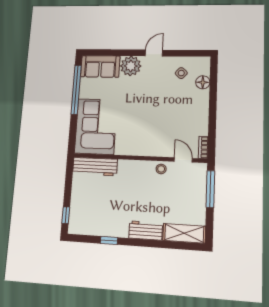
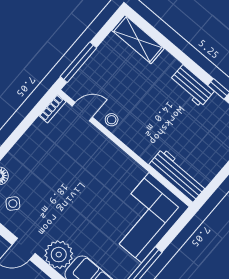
door: (183, 160) -> (82, 112), swing flipped
workbench: (146, 230) -> (192, 86), moved

